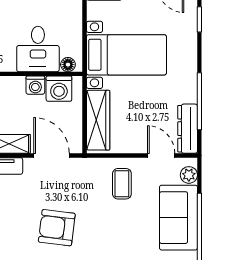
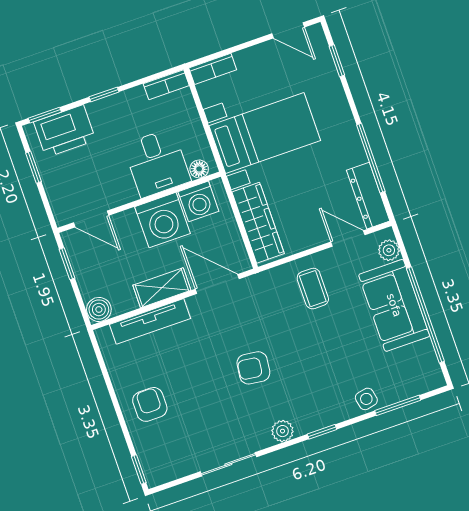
washing machine: (35, 85) -> (162, 220), width x1.89, depth x1.89
armchair: (57, 228) -> (253, 368), width x0.72, depth x0.72

